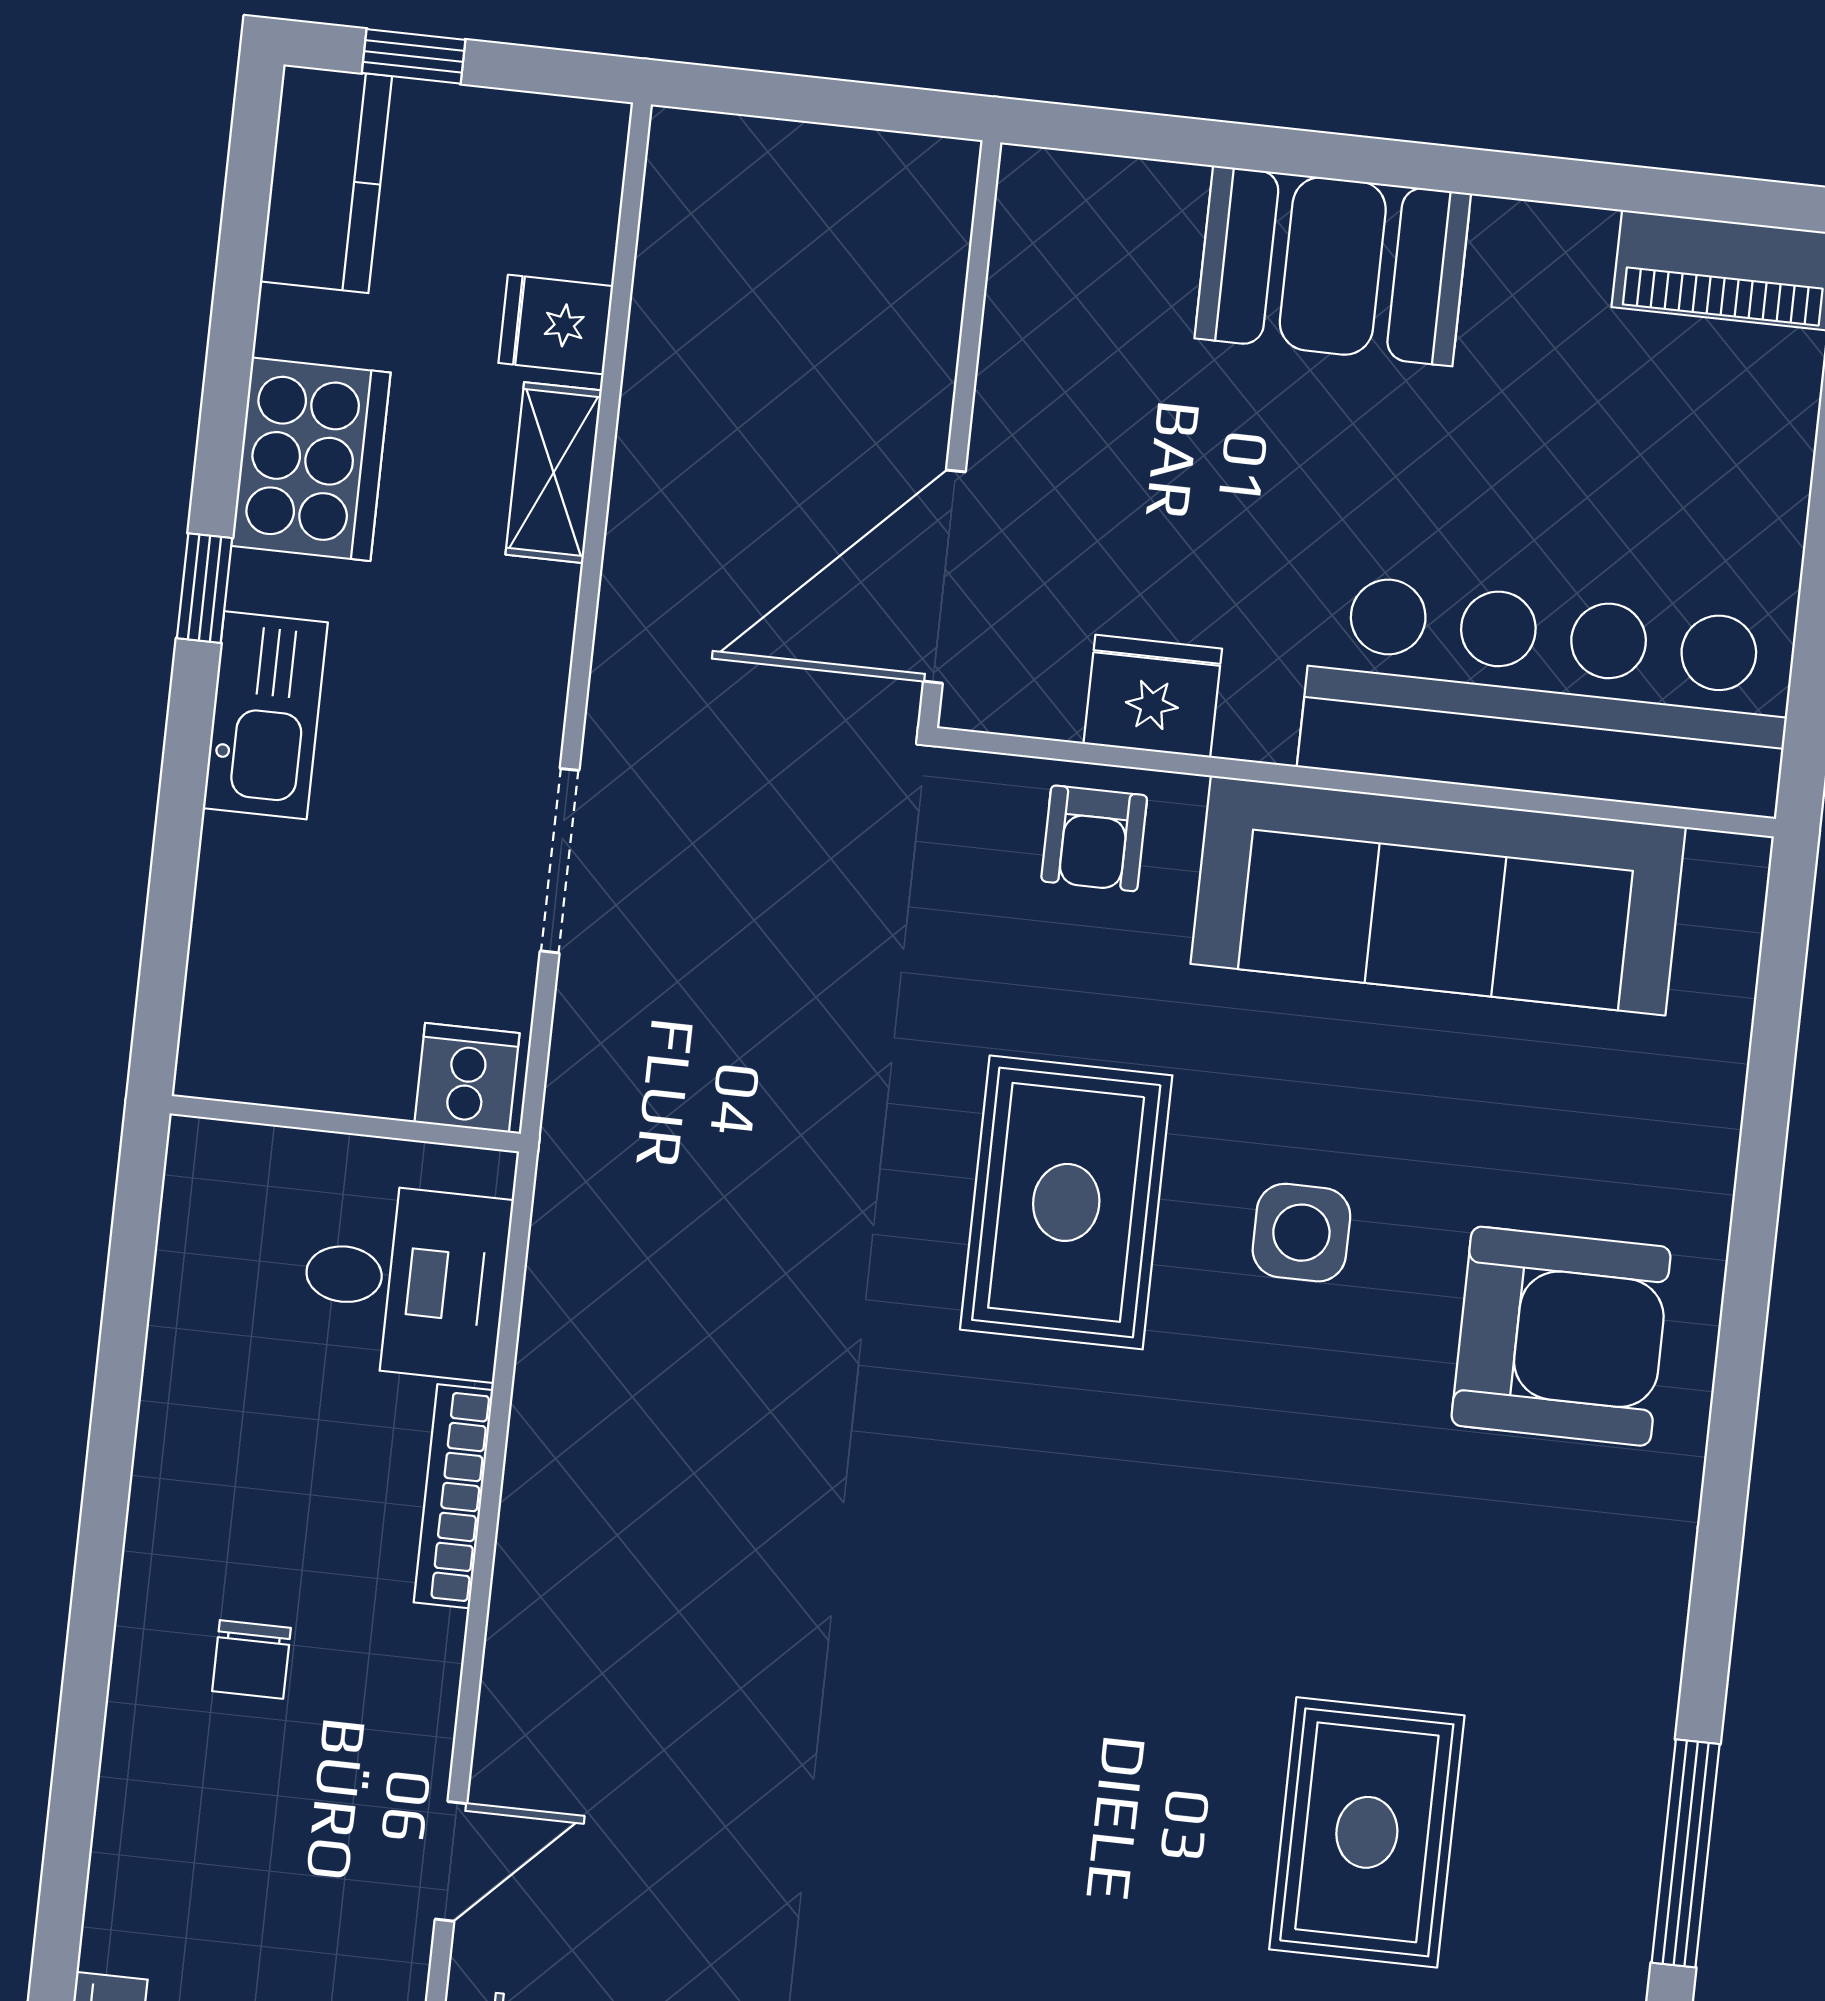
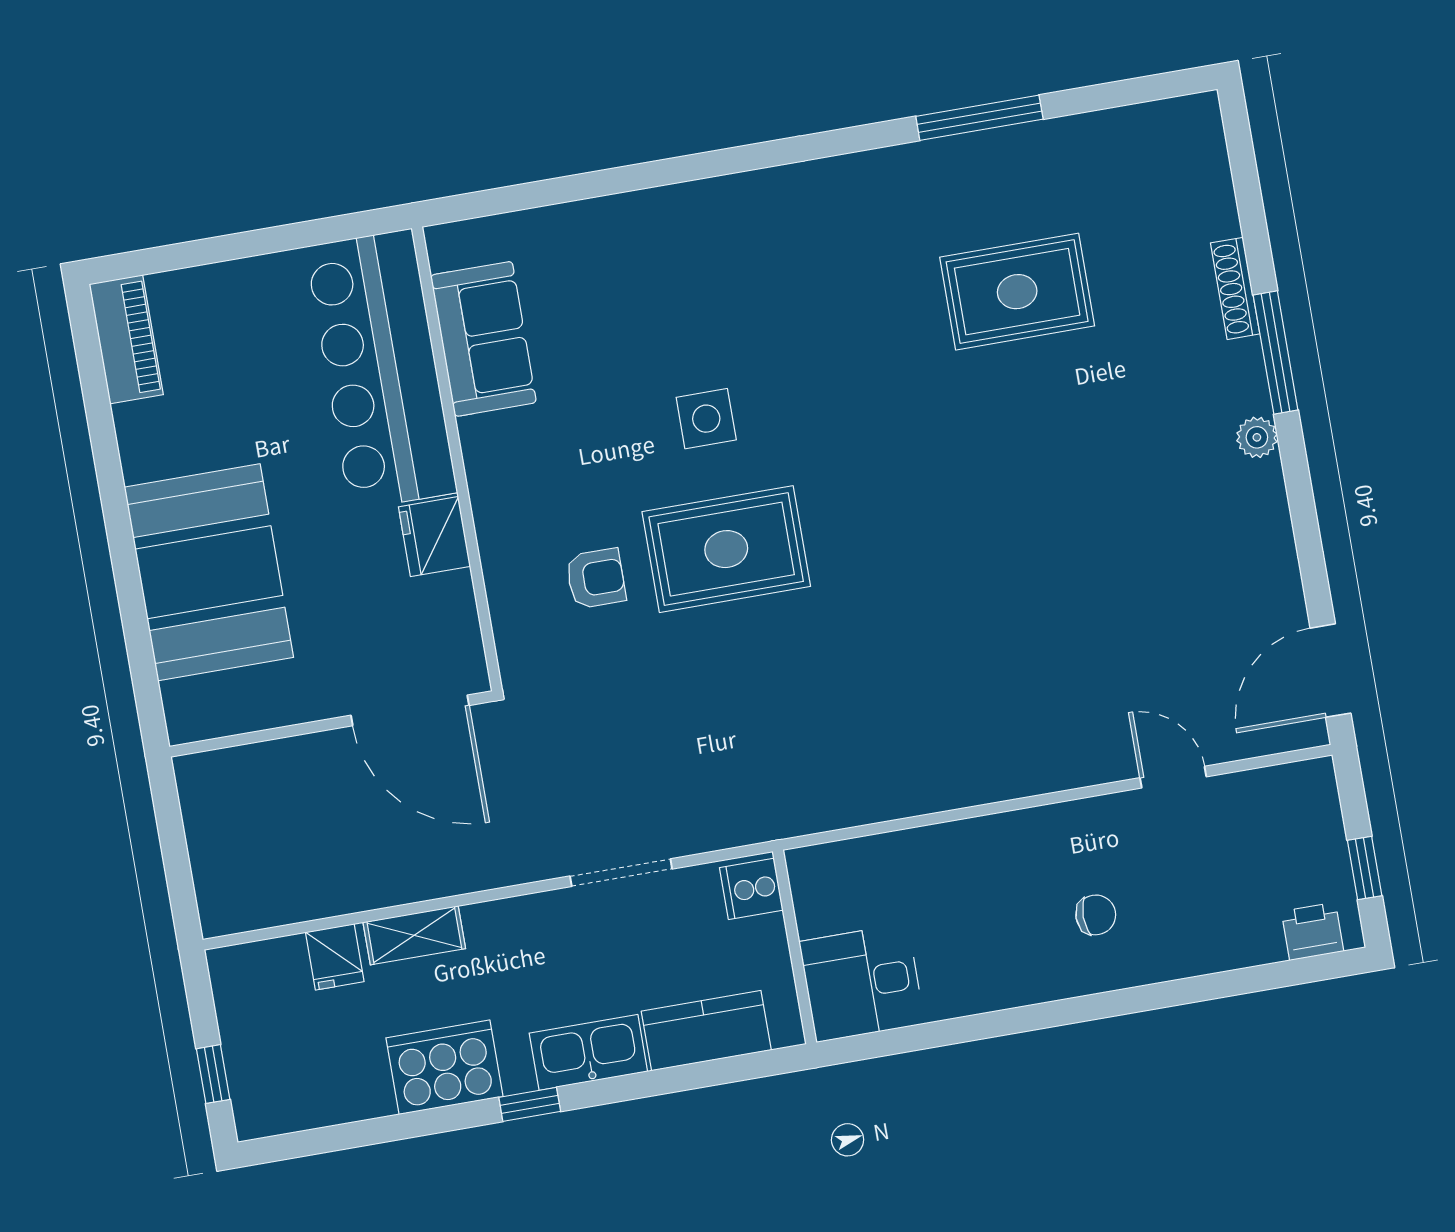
kitchen counter: (326, 179) -> (706, 1031), moved
booth: (1333, 266) -> (209, 572), width x1.36, depth x1.42
fridge: (1153, 696) -> (434, 537), moved
armchair: (1094, 838) -> (596, 578), moved
sofa: (1438, 896) -> (483, 339), width x0.54, depth x0.79
desk: (405, 1281) -> (862, 983), moved, turned -90
armchair: (1561, 1336) -> (722, 264), removed
bookcase: (453, 1496) -> (977, 832), removed

